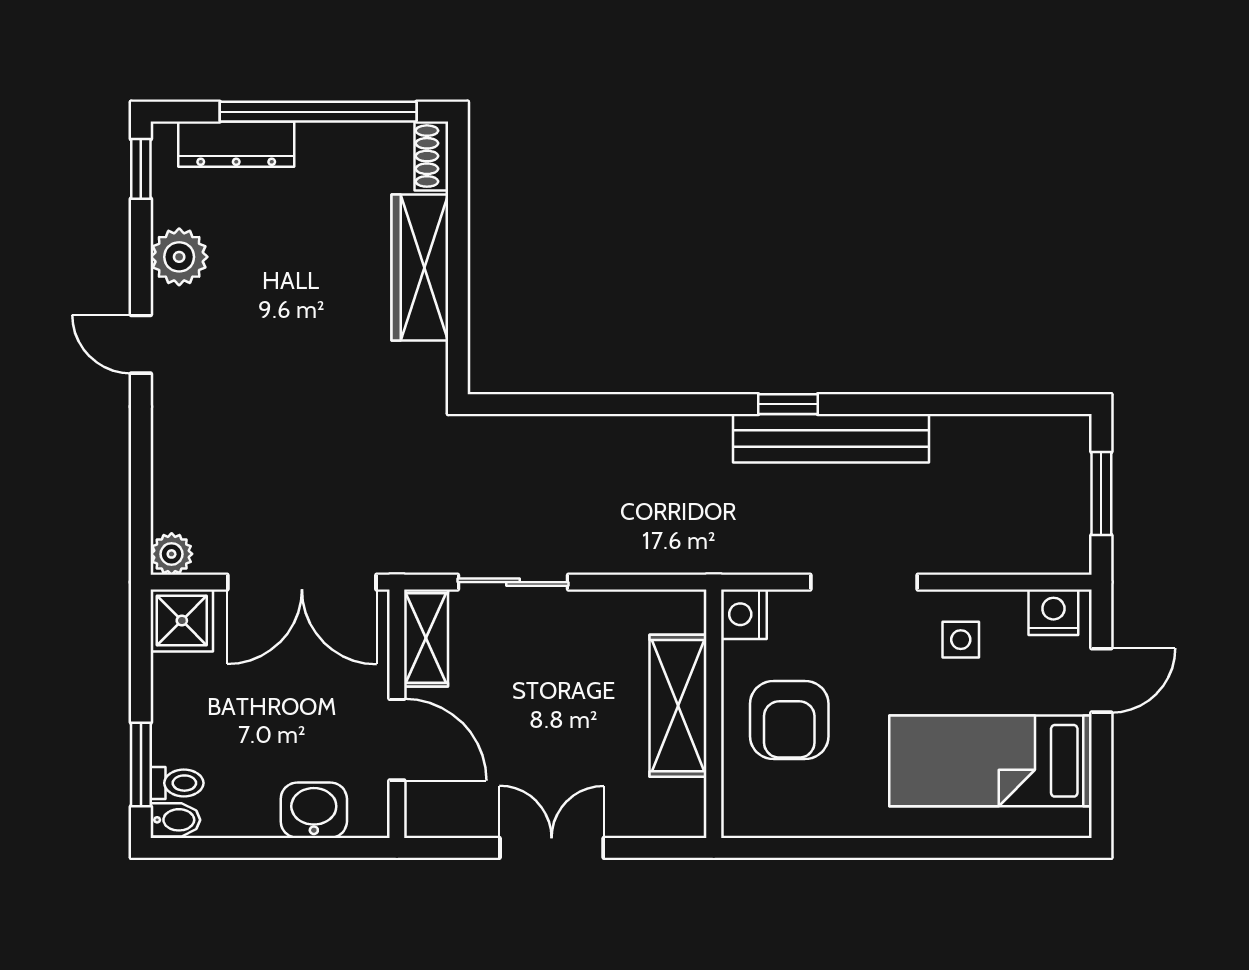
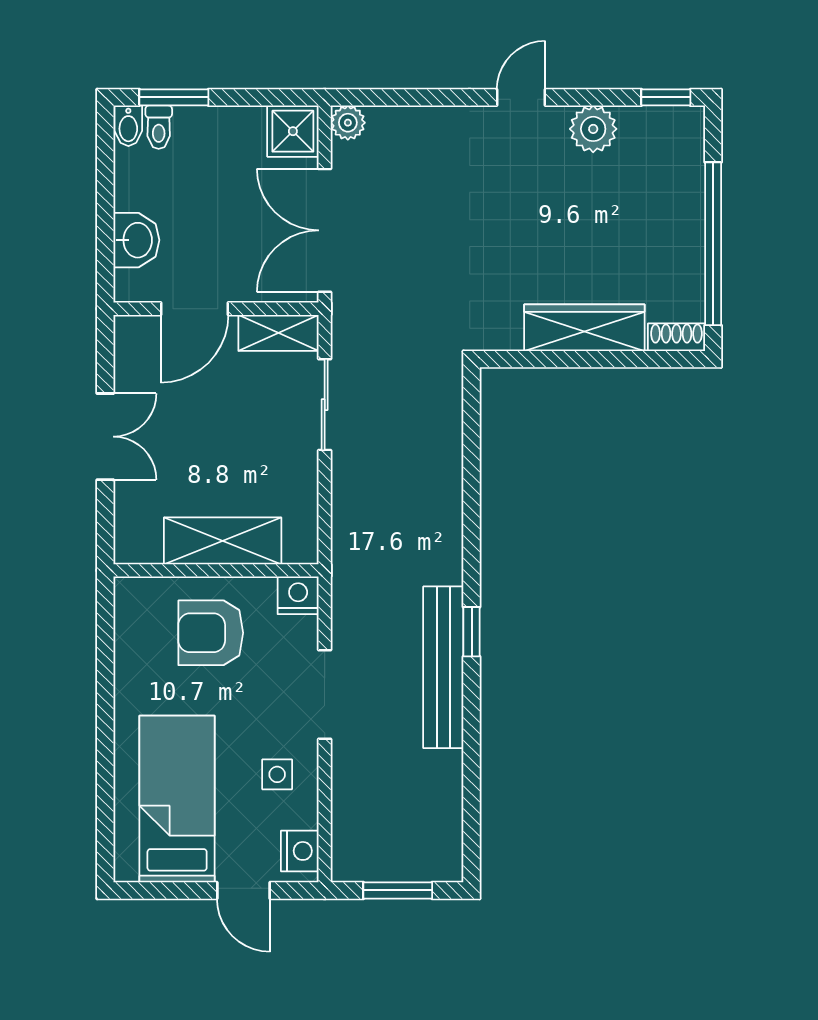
dresser: (236, 144) -> (686, 176), removed

